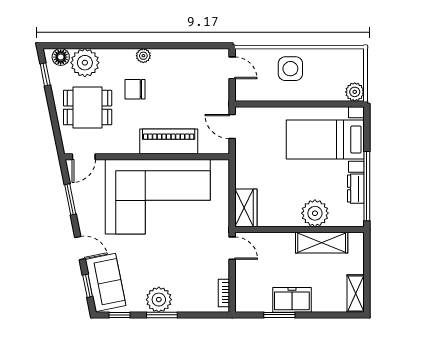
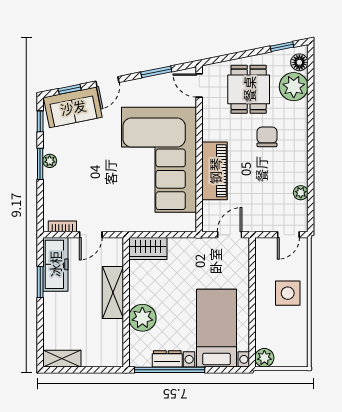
plant: (143, 56) -> (301, 193), moved
shelving: (322, 243) -> (113, 293), moved
door: (232, 248) -> (91, 235), moved
plant: (159, 300) -> (50, 161), width x0.53, depth x0.53
freezer: (292, 300) -> (55, 264), moved, width x1.40

